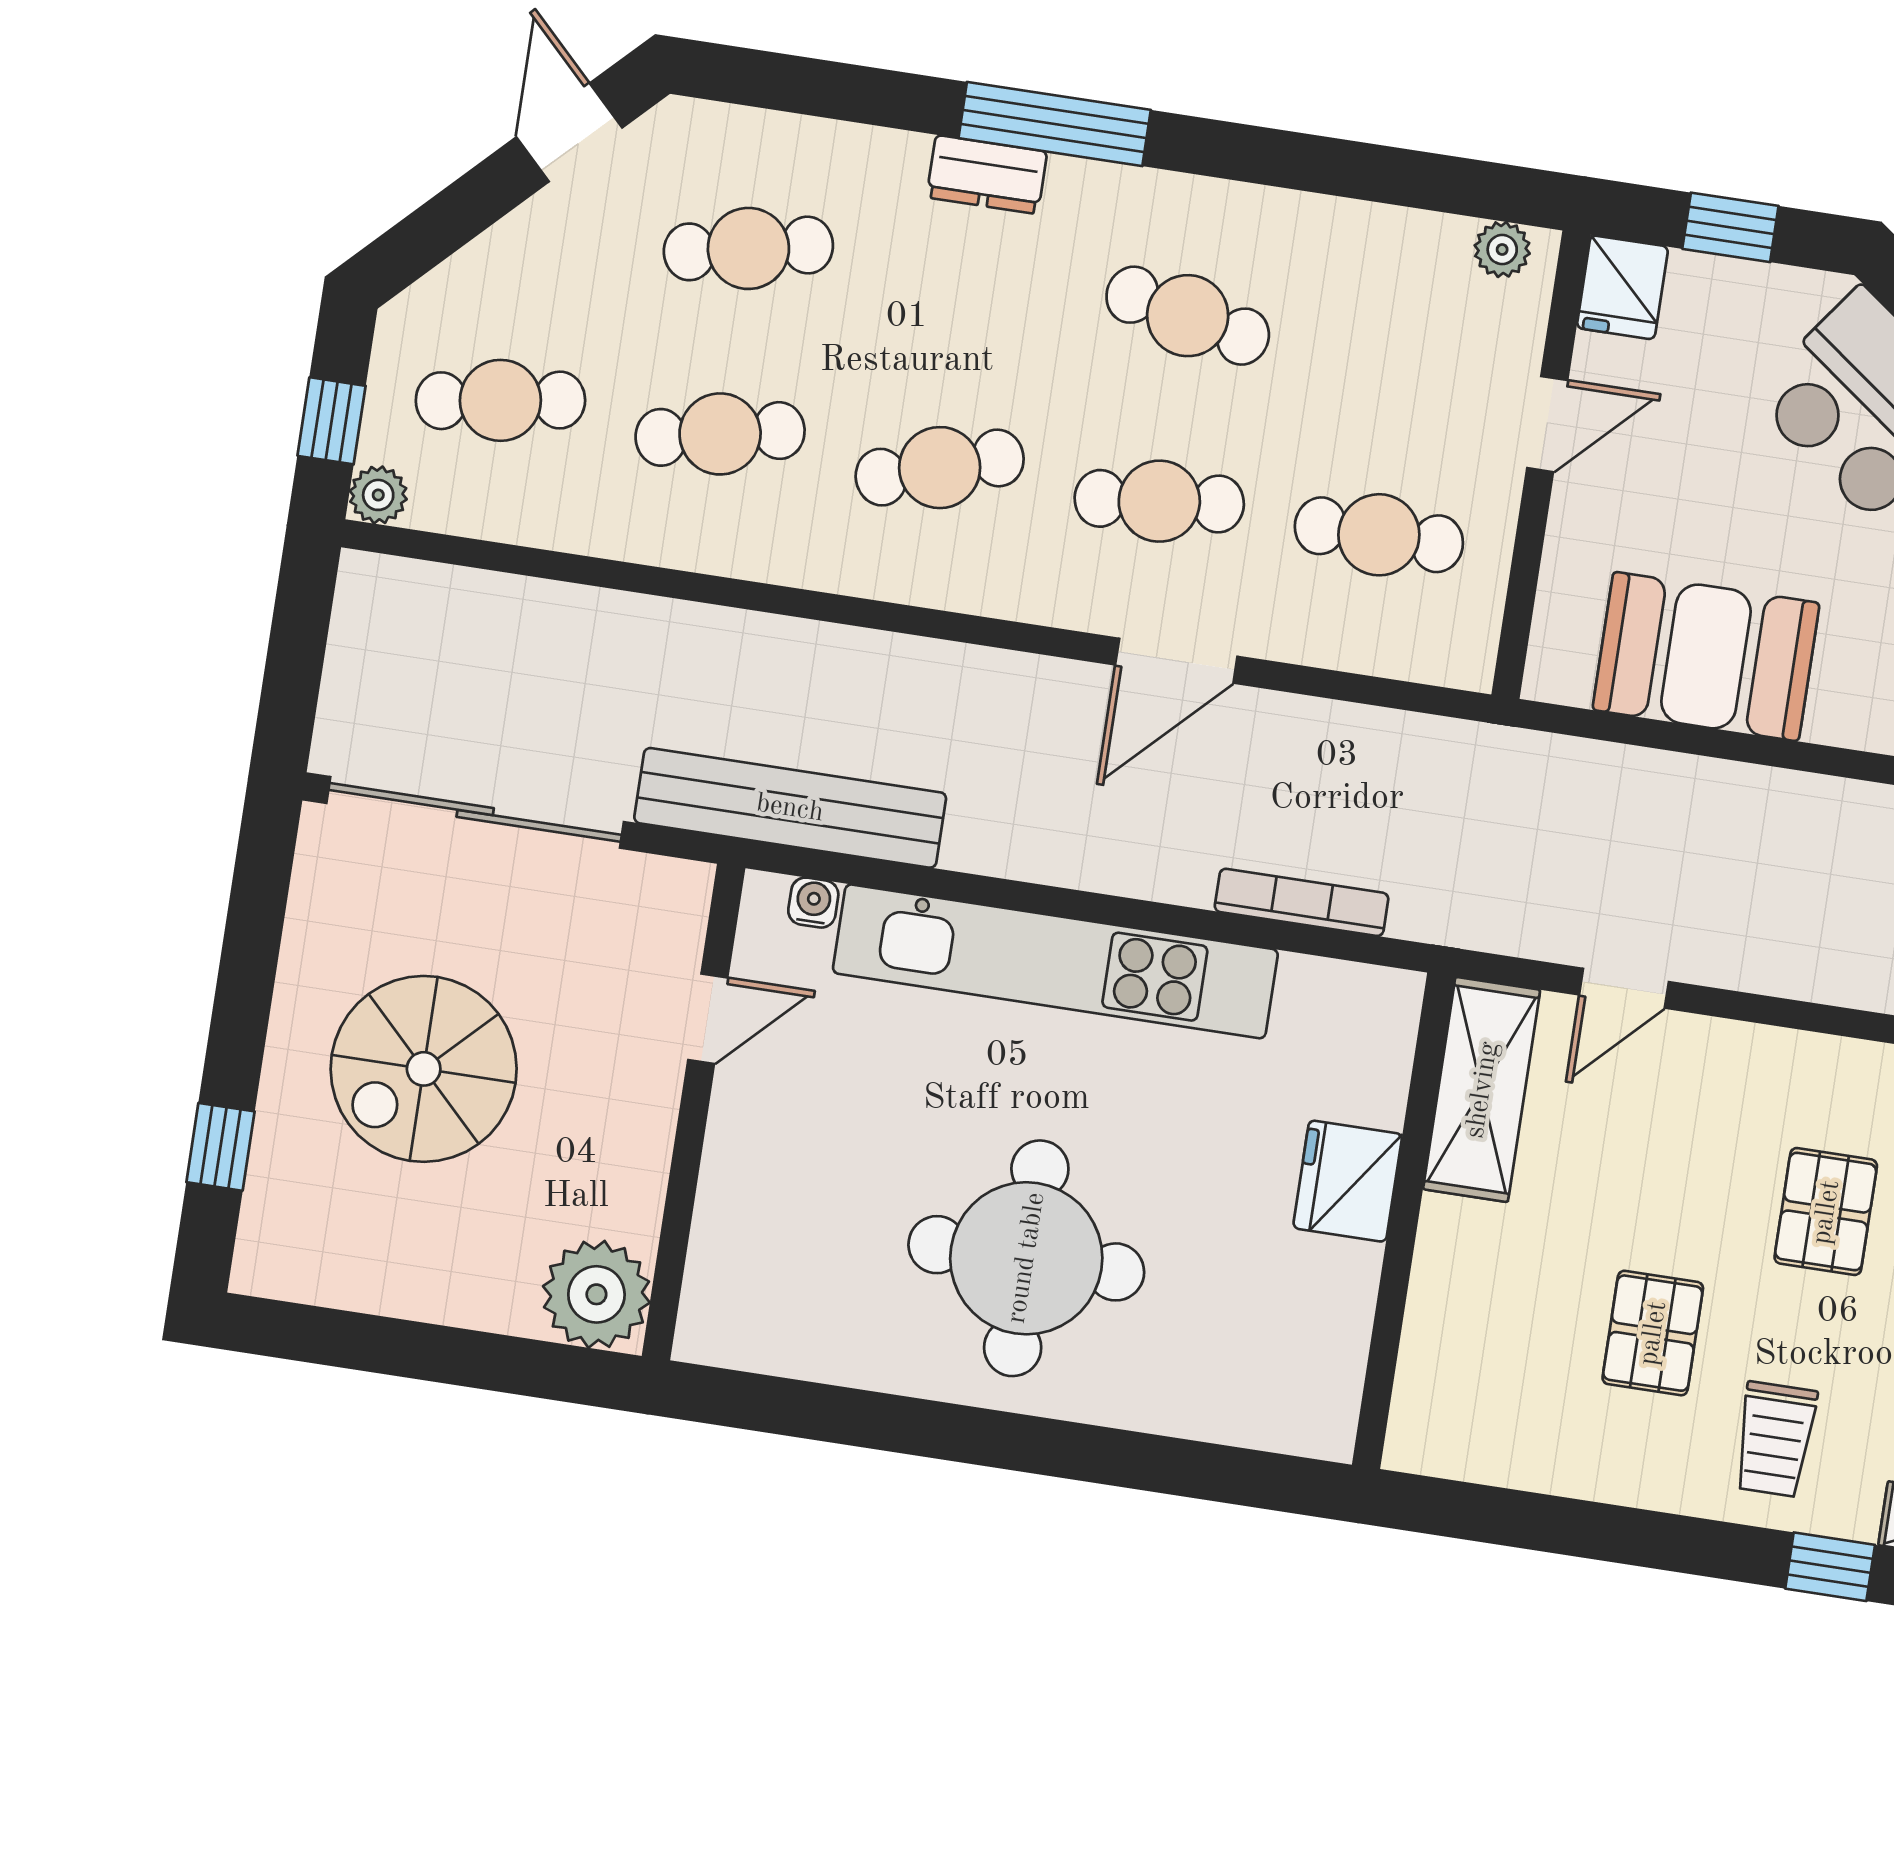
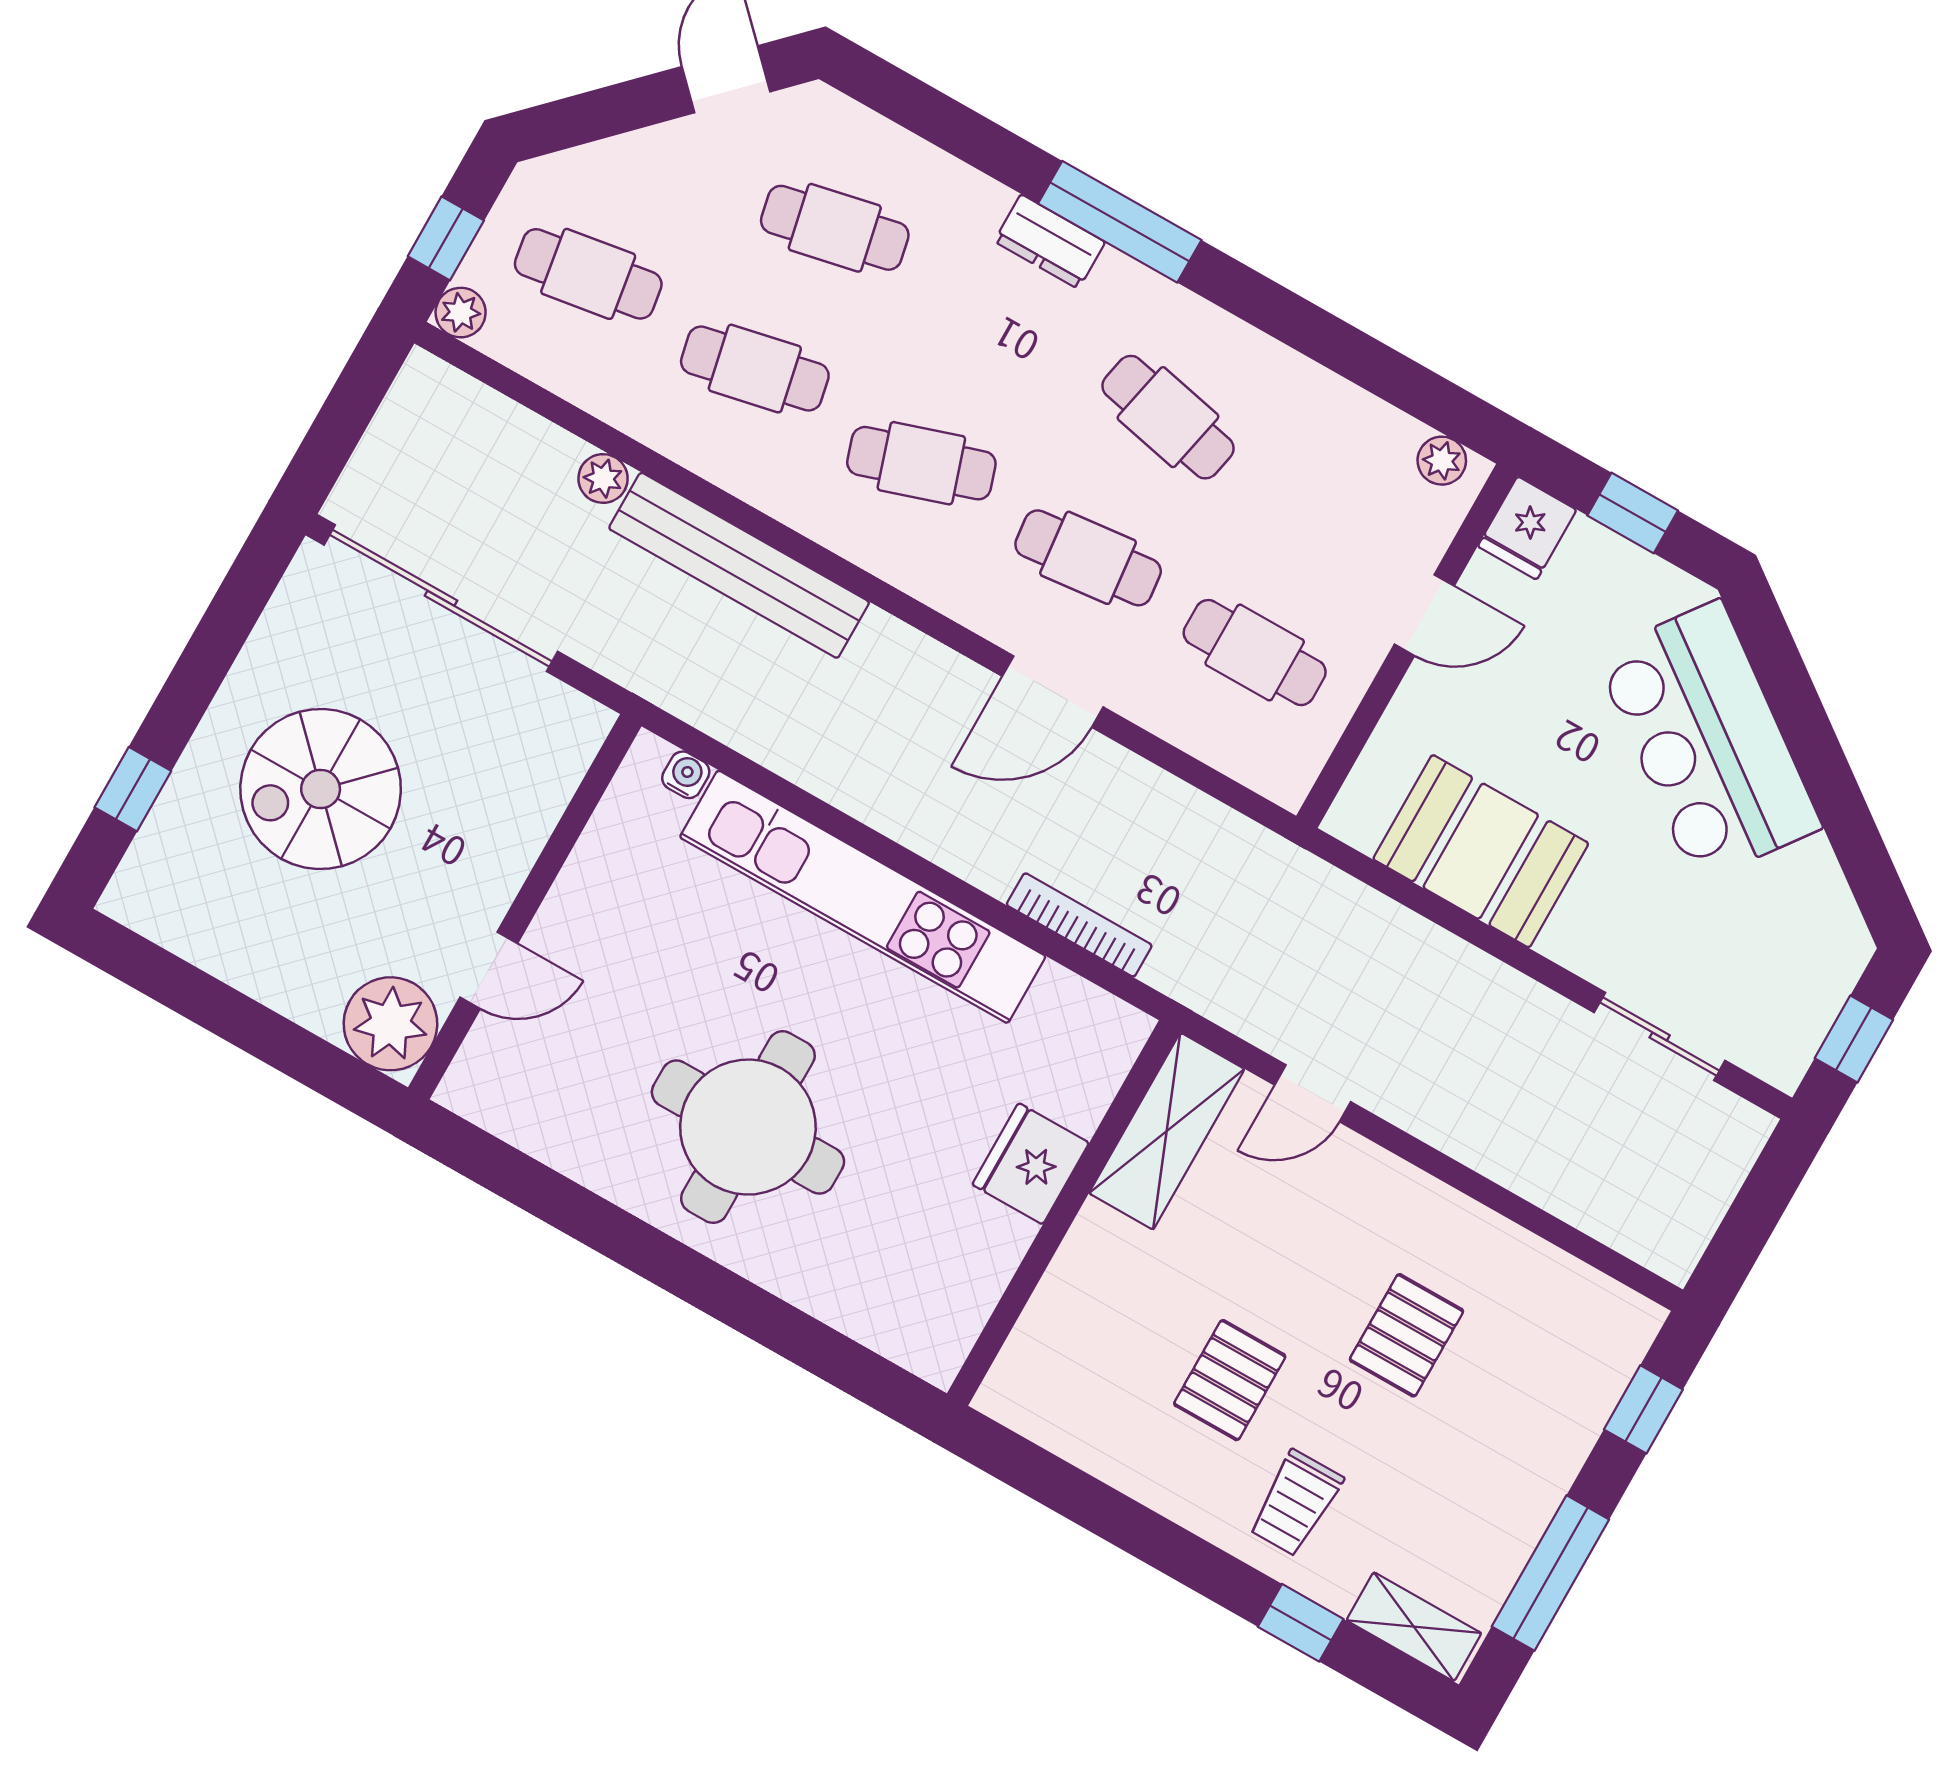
plant: (601, 616) -> (603, 478), added
bench: (790, 808) -> (739, 565), moved
door: (708, 1019) -> (489, 970), moved

